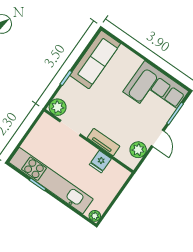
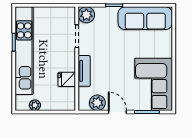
door: (158, 138) -> (117, 112), swing flipped
plant: (95, 216) -> (35, 105), moved

